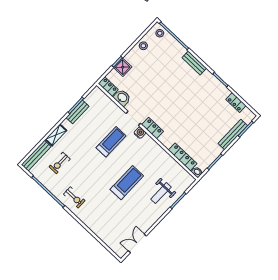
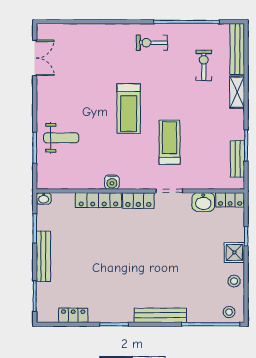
bench: (194, 63) -> (160, 315), width x1.36
shower: (123, 67) -> (234, 252), moved
bench: (78, 112) -> (237, 159), moved
water cooler: (140, 133) -> (112, 182), moved
bench: (233, 135) -> (43, 256), moved
treadmill: (111, 142) -> (170, 142), turned 180
locker: (183, 157) -> (98, 200), moved
treadmill: (127, 183) -> (129, 109), moved
weight bench: (161, 193) -> (61, 138), turned 90

